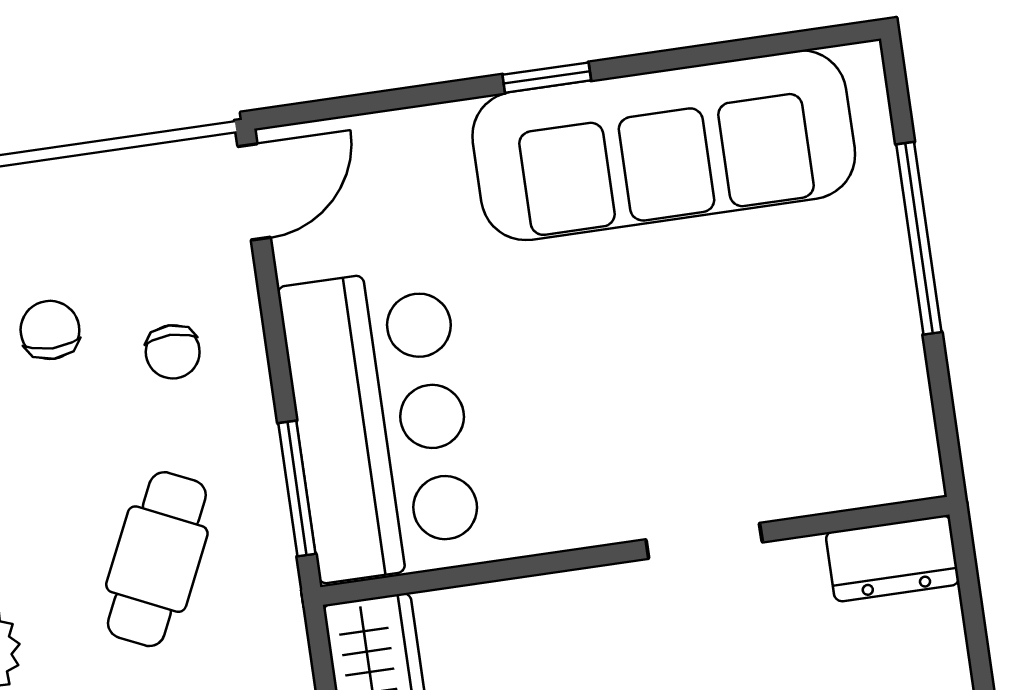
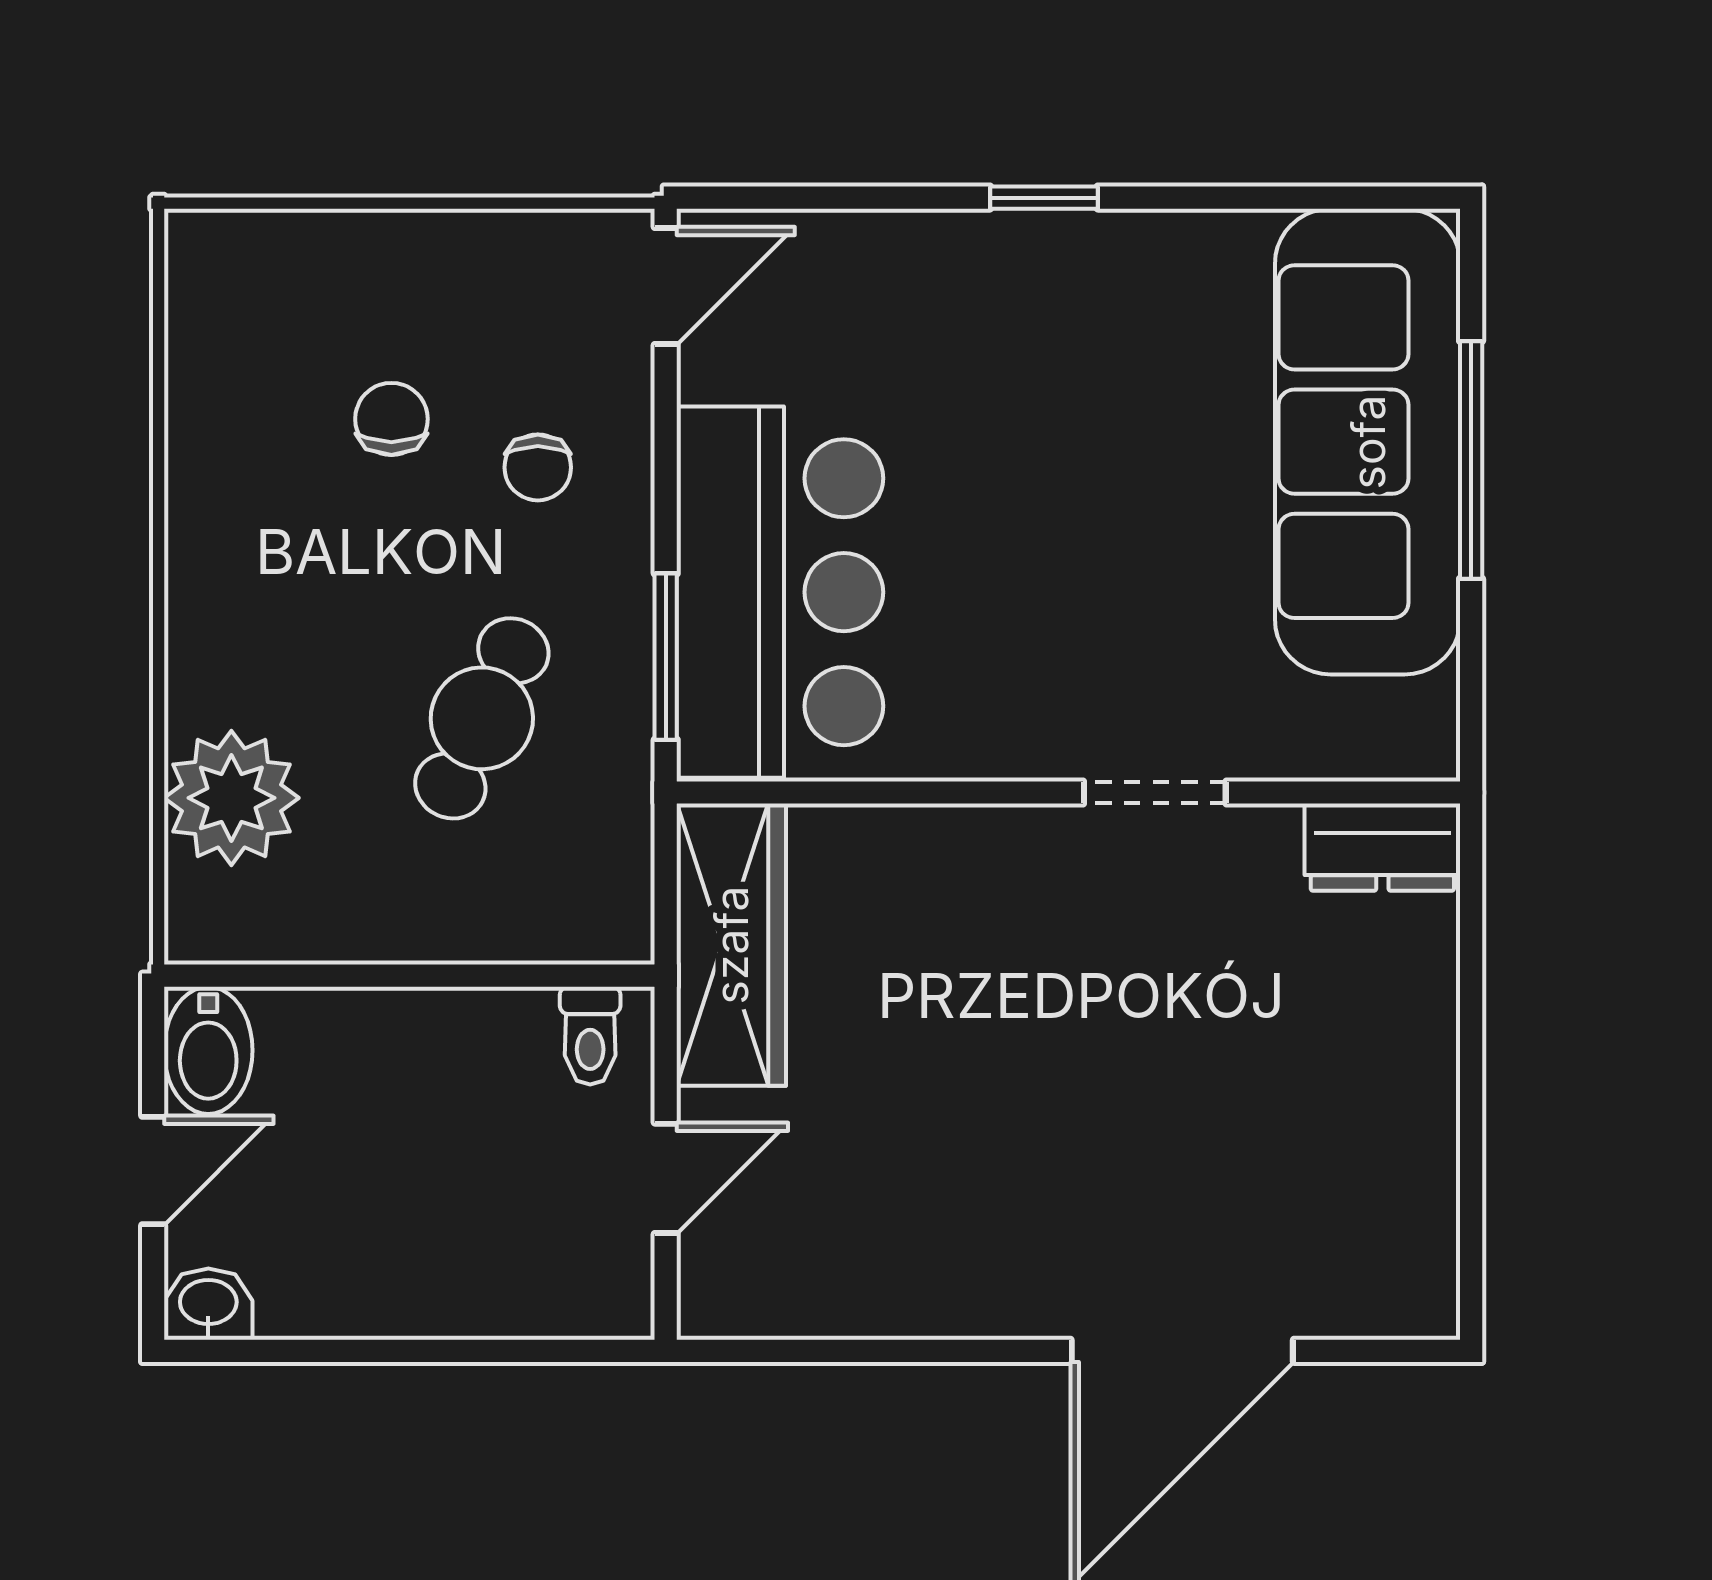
sofa: (664, 145) -> (1368, 442), moved, turned 90

